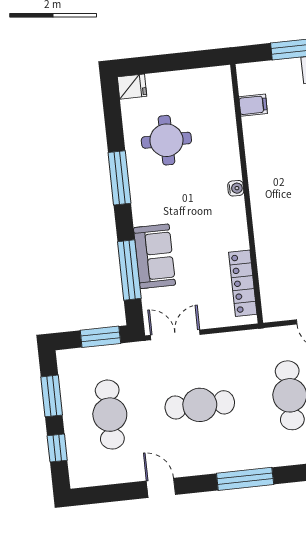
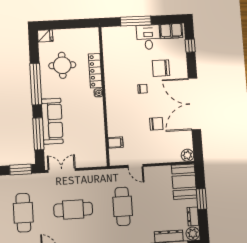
filing cabinet: (253, 105) -> (115, 143), moved
window: (119, 178) -> (36, 84), width x1.46
sofa: (154, 256) -> (52, 121), width x1.36
locker: (243, 283) -> (95, 71), moved

